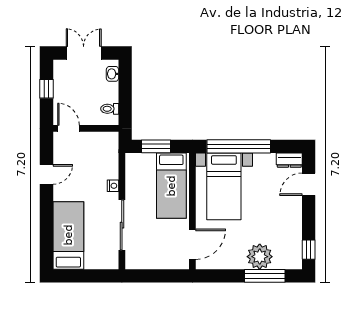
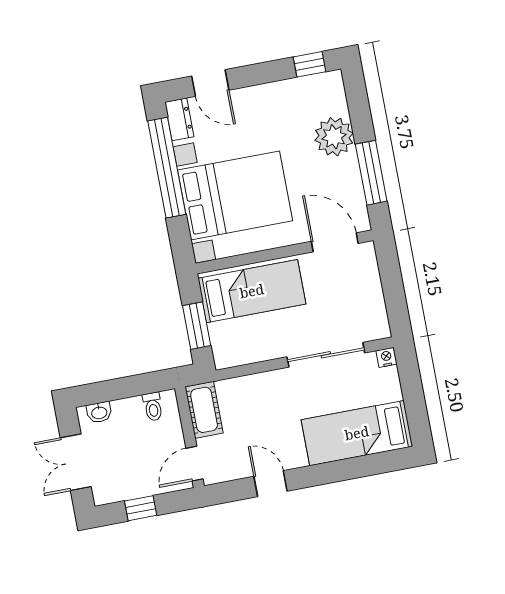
cot: (101, 141) -> (204, 410), added
window: (239, 146) -> (167, 168), moved
nightstand: (113, 186) -> (386, 357), moved
bed with nightstands: (224, 186) -> (235, 195), width x1.36
window: (265, 276) -> (371, 173), moved

